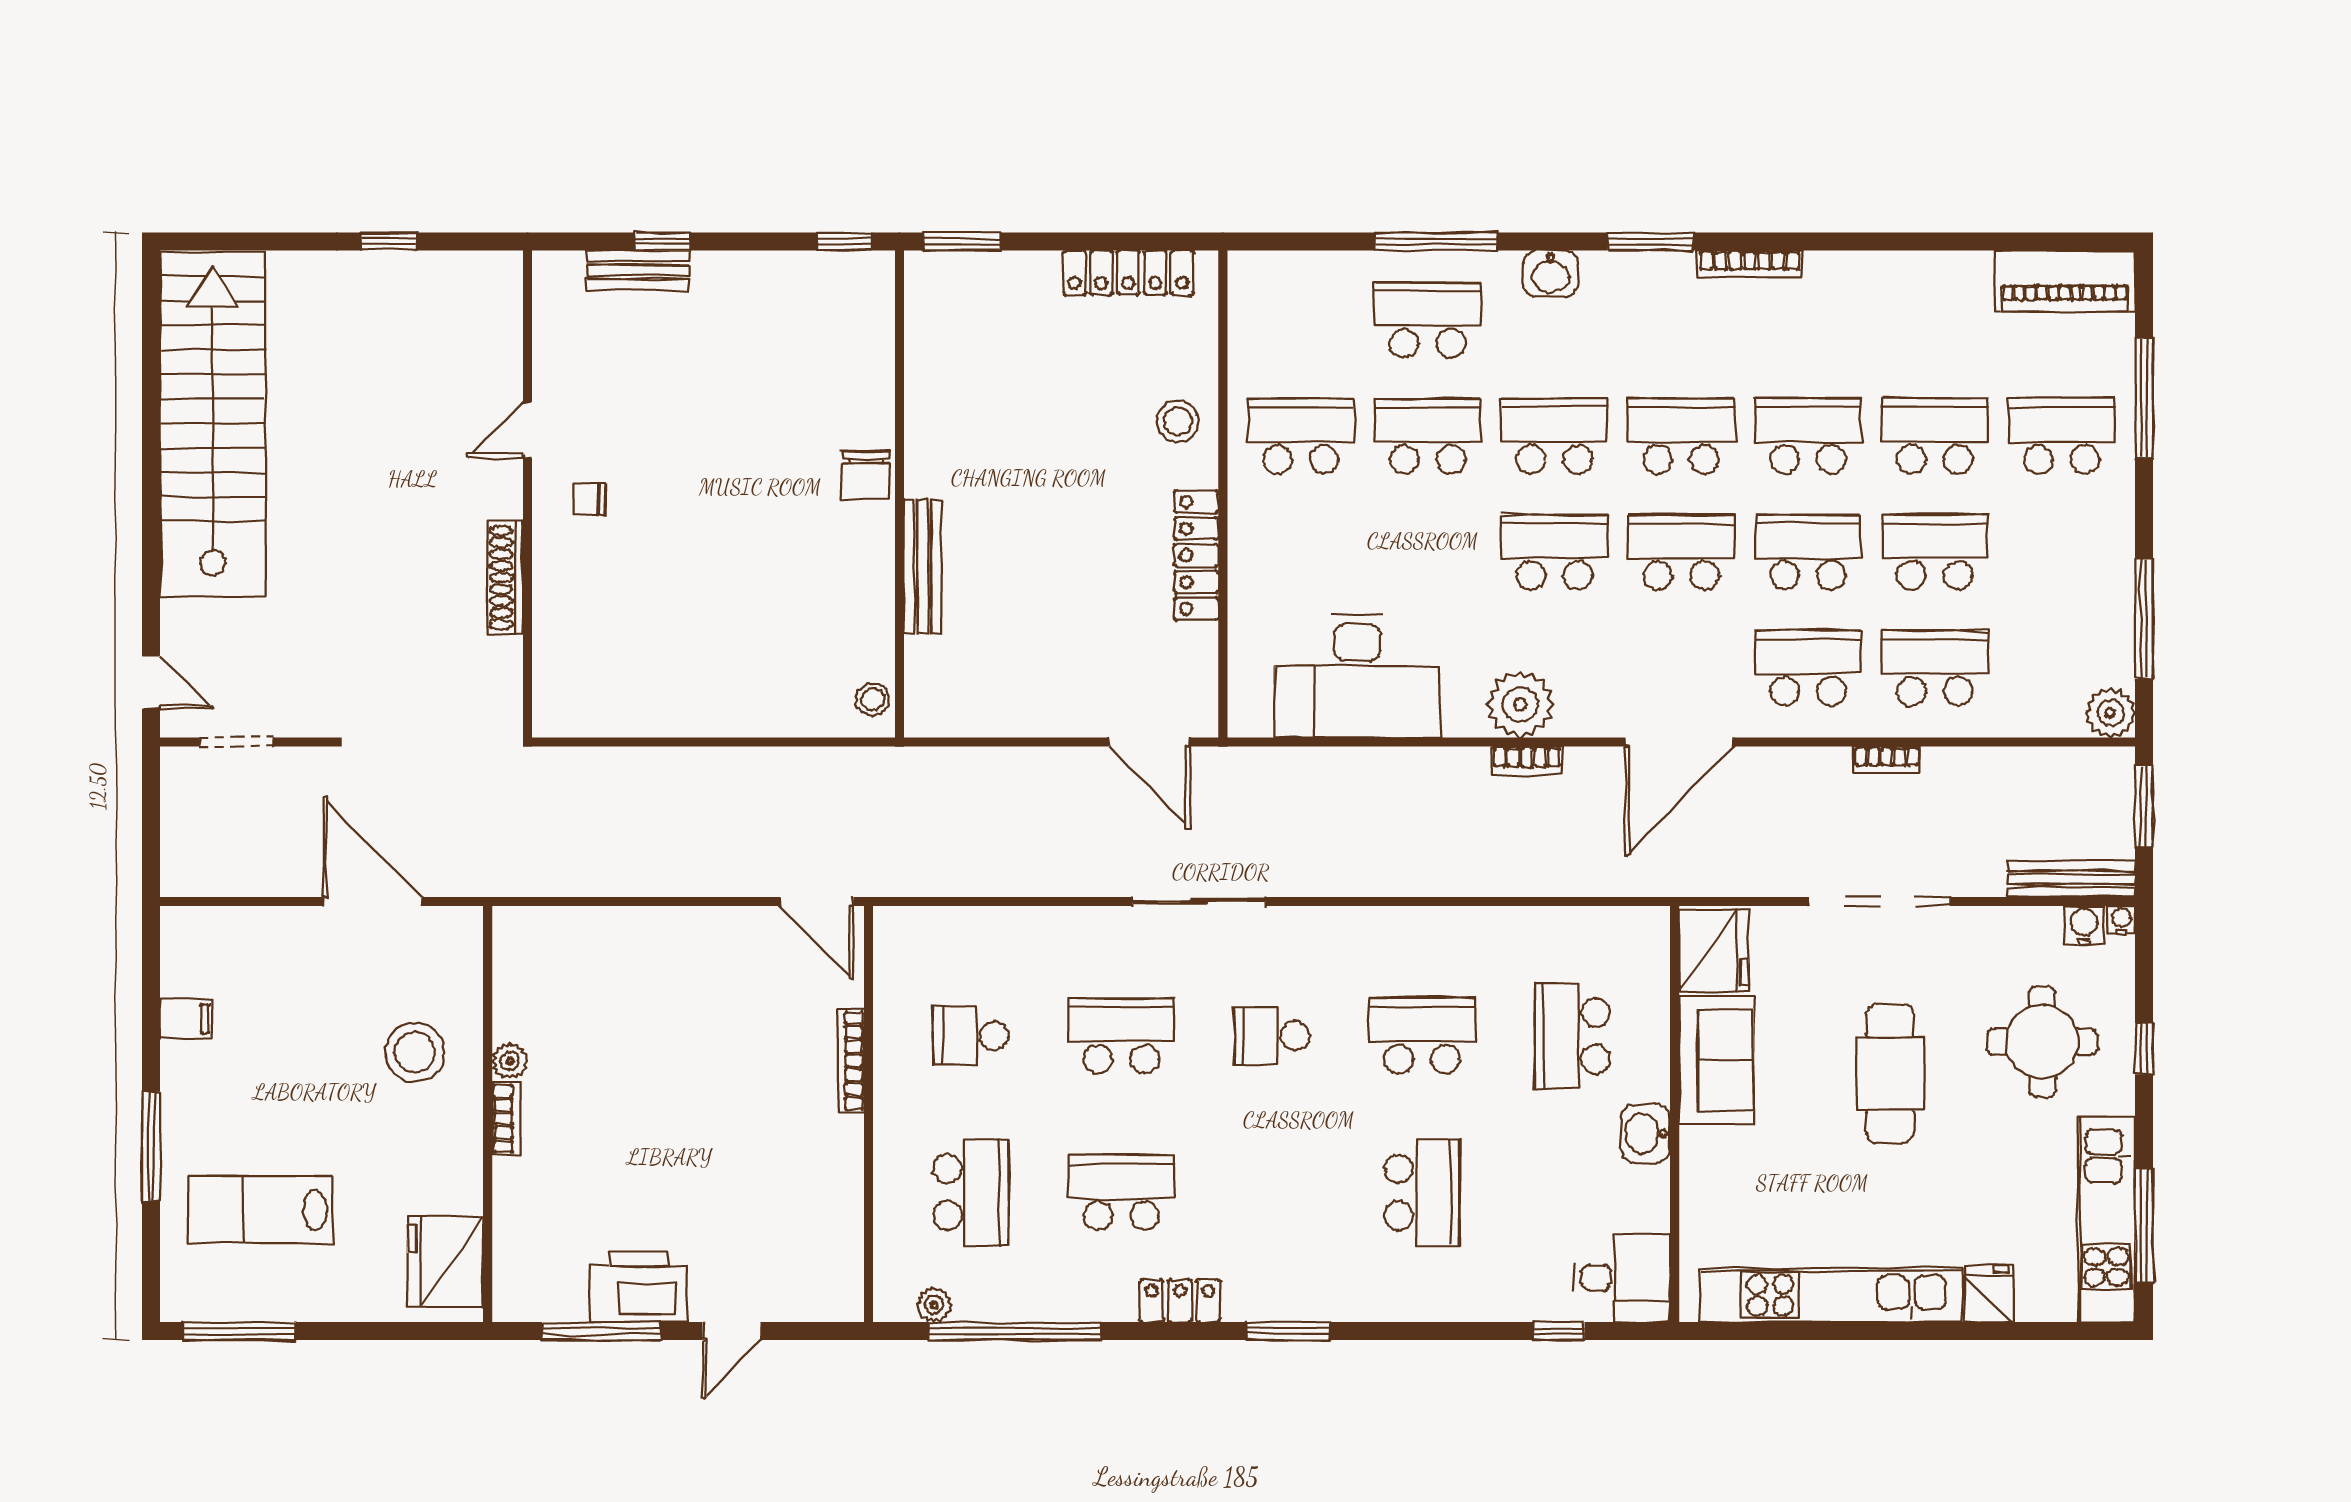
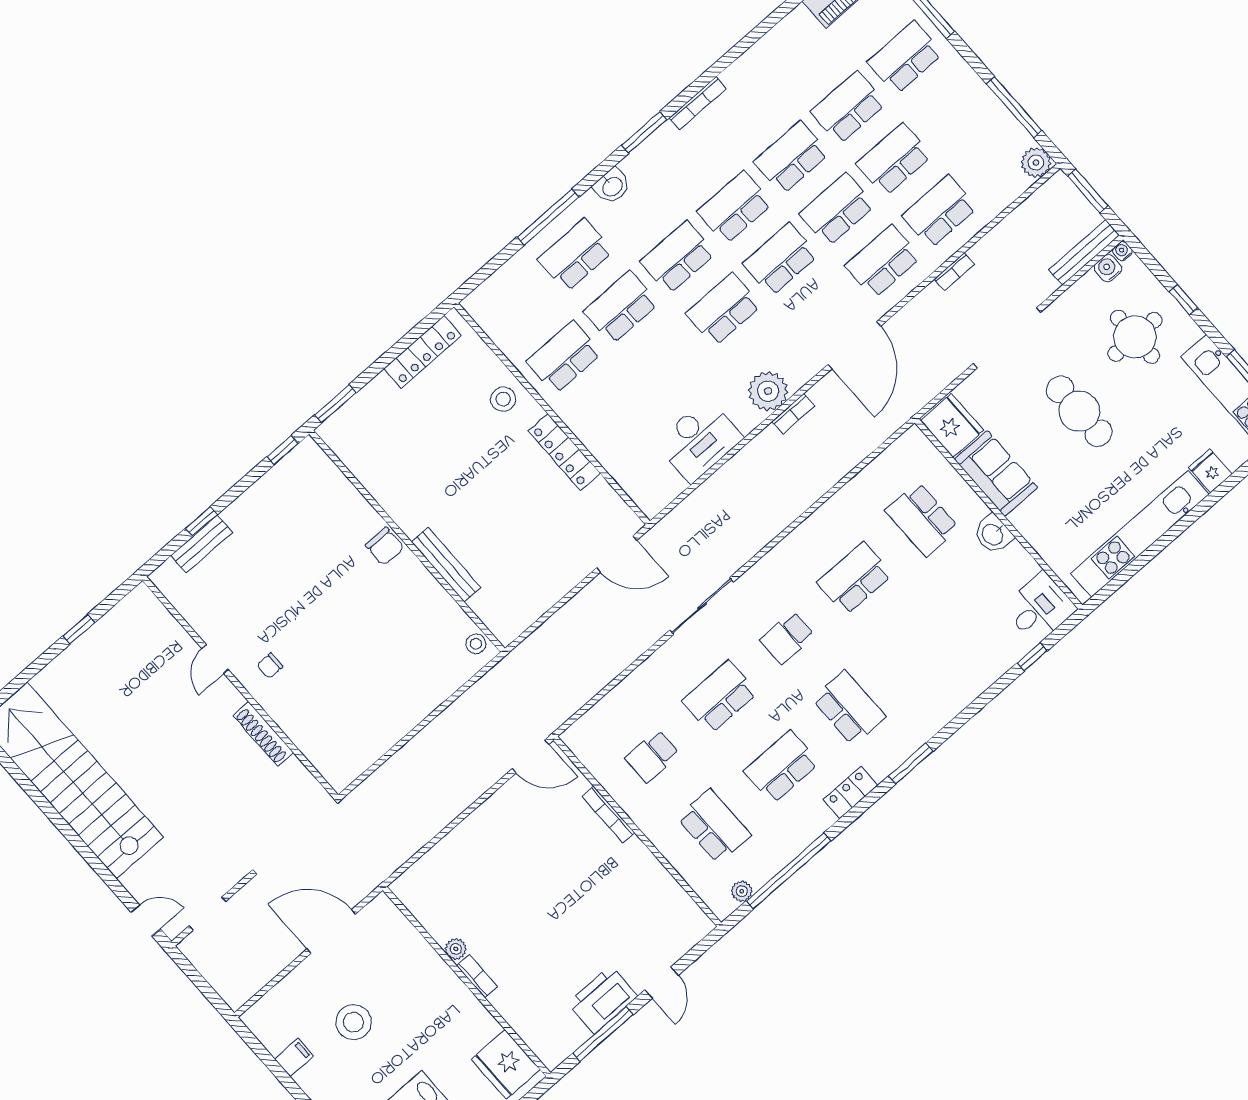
desk: (1357, 676) -> (699, 440), width x0.73, depth x0.77
stool: (415, 1052) -> (354, 1022), moved
school desk: (1422, 1192) -> (849, 708), moved

